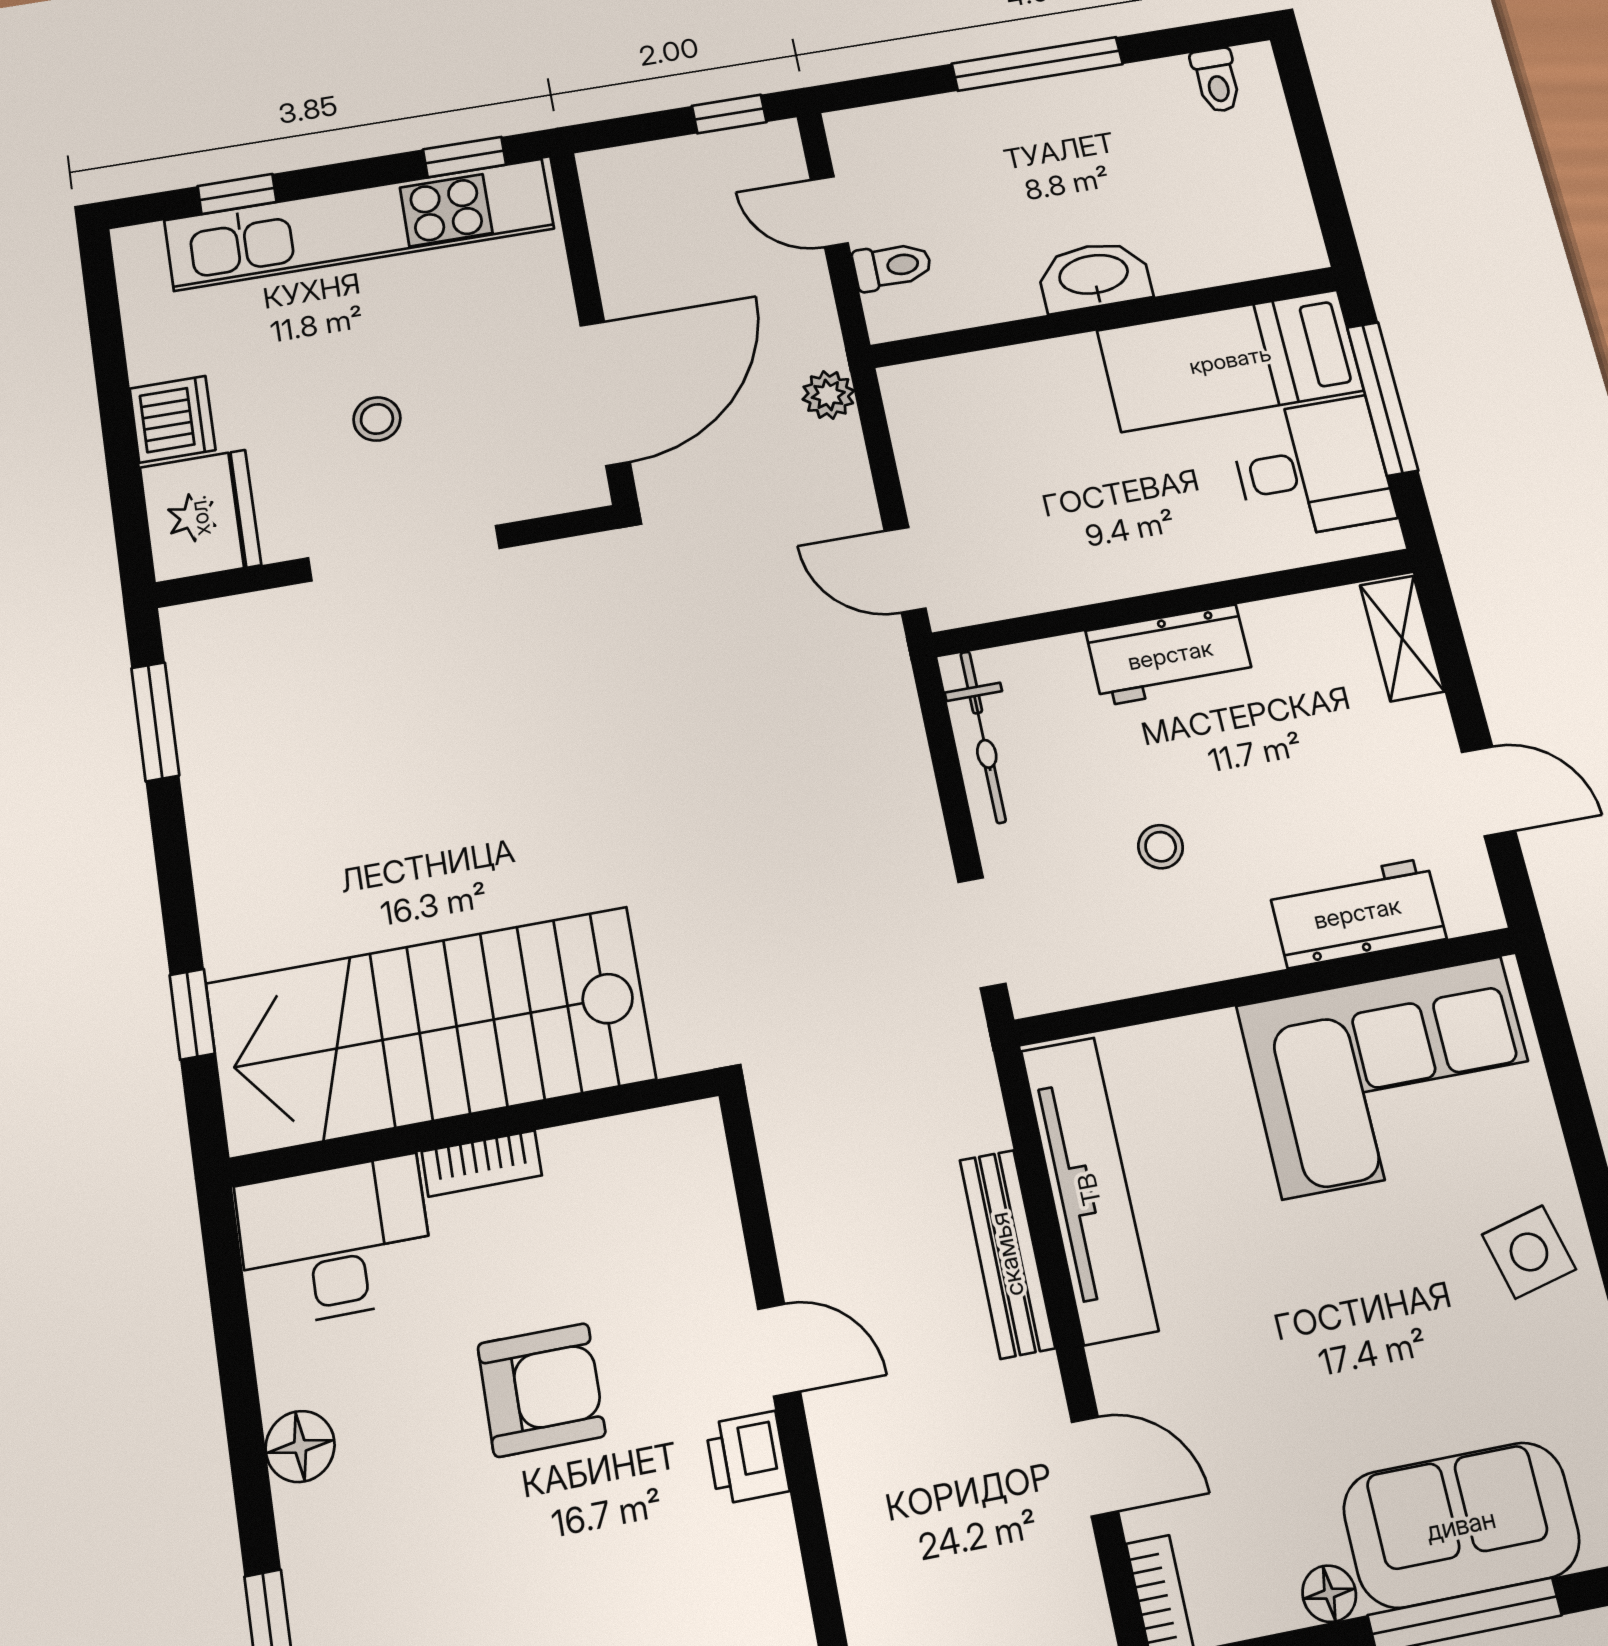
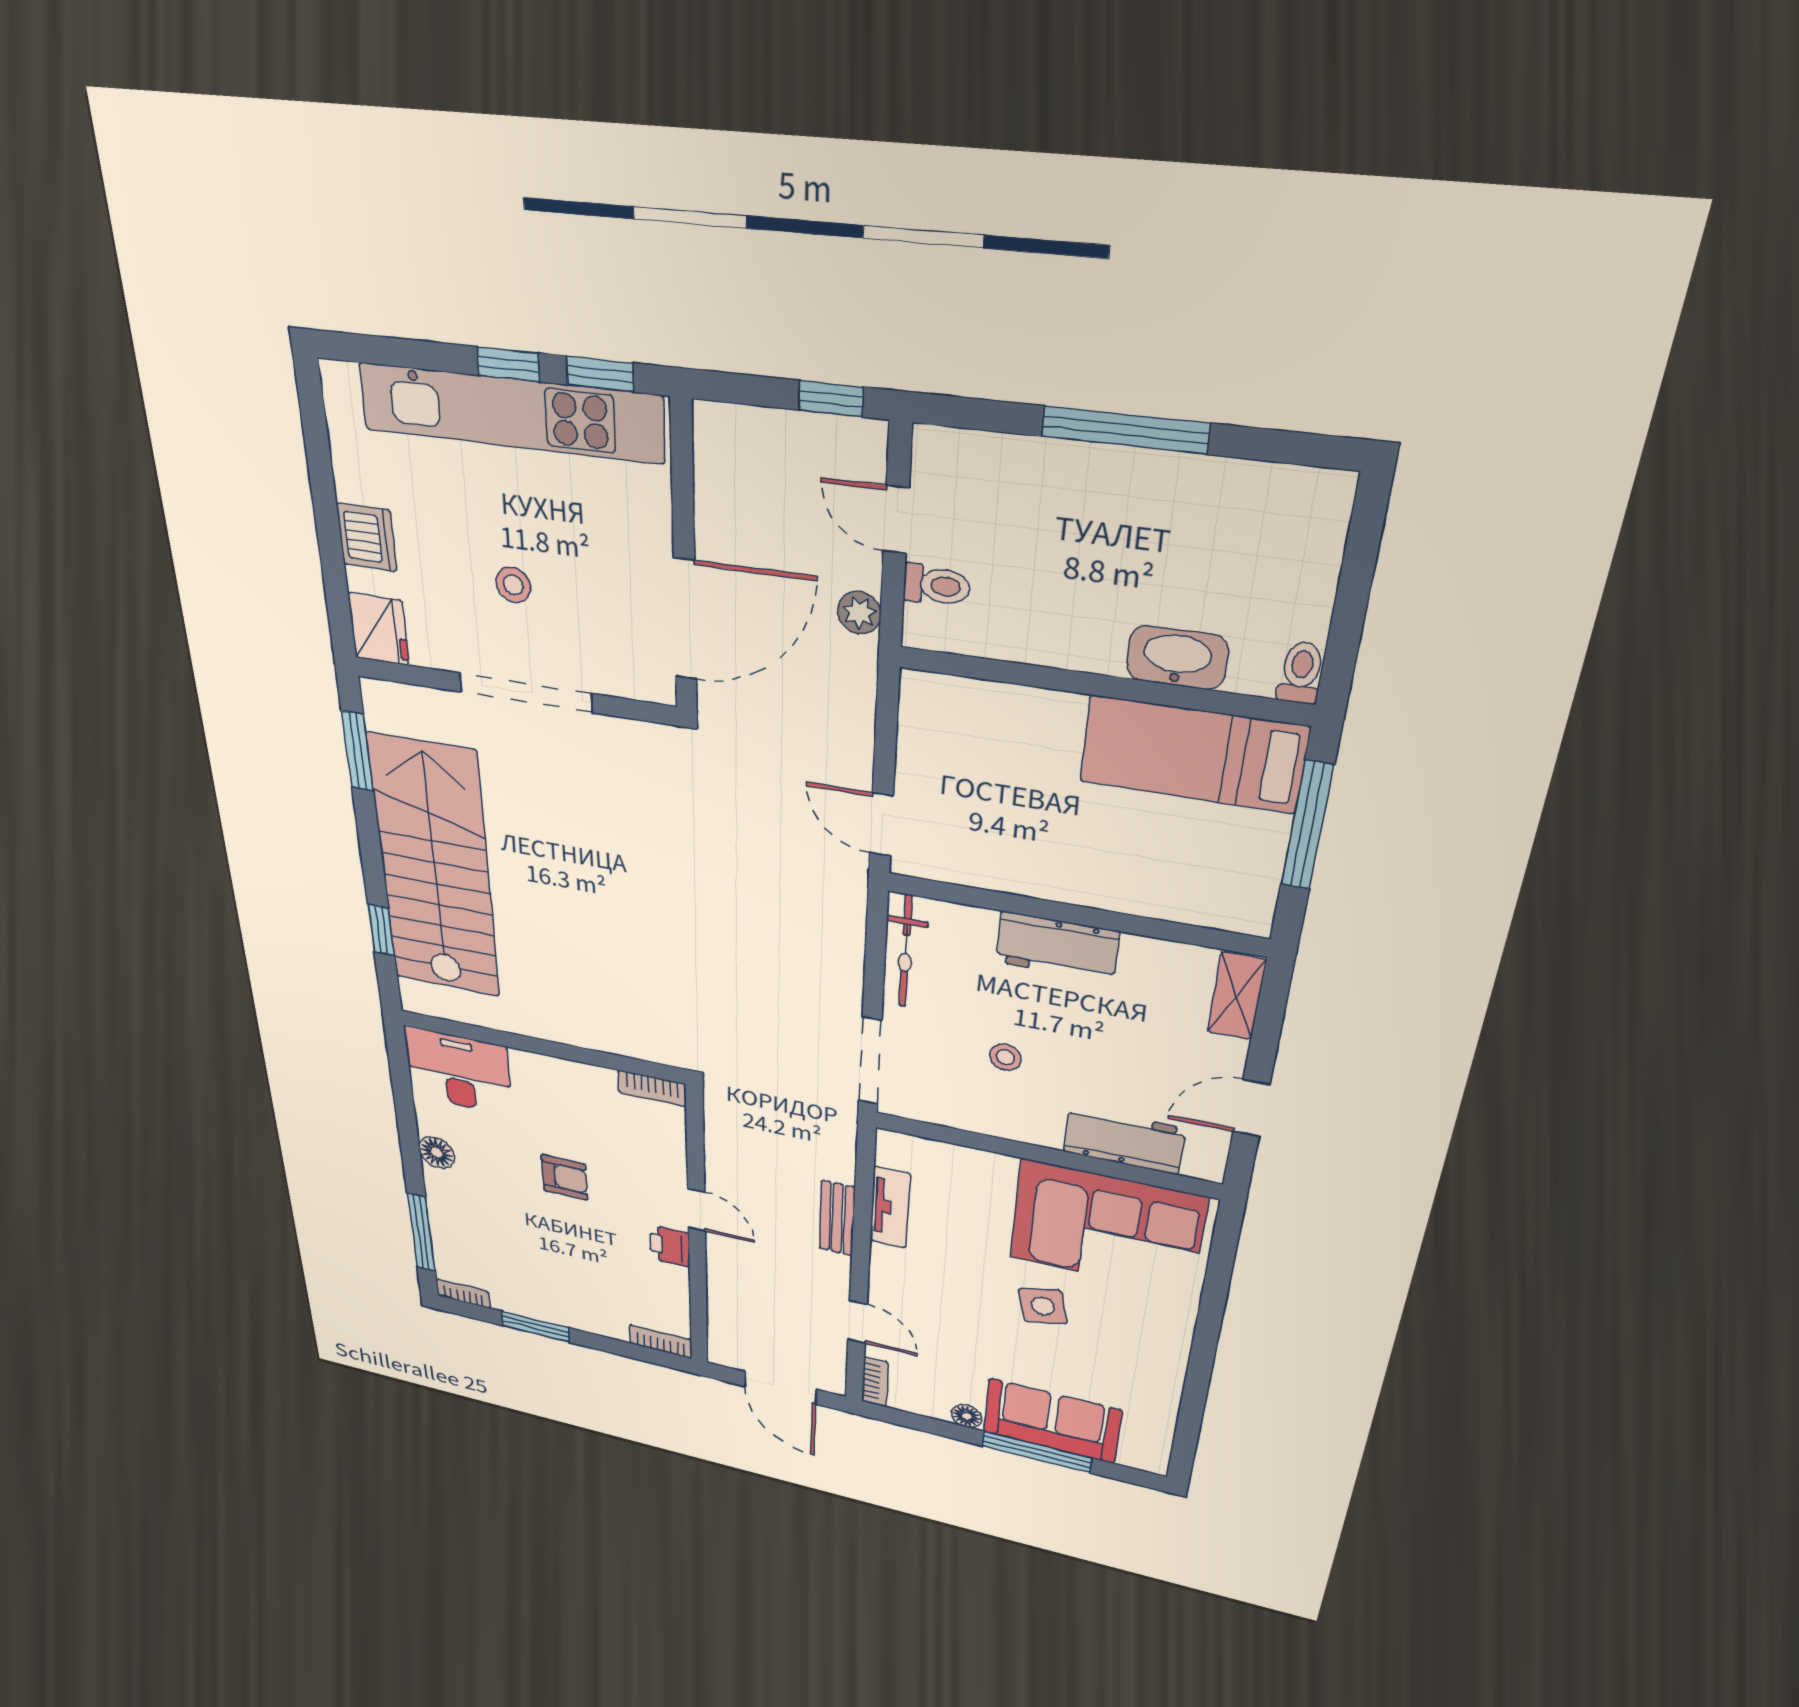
toilet: (1217, 80) -> (1301, 673), moved, turned 180
window: (237, 194) -> (508, 364), moved
washbasin: (1094, 276) -> (1177, 658), moved
plant: (828, 395) -> (859, 613), moved
desk: (1312, 468) -> (1223, 858), removed
fridge: (200, 516) -> (379, 629), width x0.73, depth x0.75
door: (1488, 791) -> (1251, 1108), swing flipped
doorway: (982, 933) -> (870, 1061), width x1.38
stairs: (430, 1031) -> (435, 868), moved, turned 90
bookcase: (482, 1163) -> (652, 1088), moved
tv unit: (1089, 1189) -> (890, 1207), width x0.52, depth x0.78
side table: (1529, 1252) -> (1043, 1306), moved
bench: (1007, 1254) -> (837, 1218), width x0.73
armchair: (541, 1390) -> (565, 1177), width x0.72, depth x0.72

